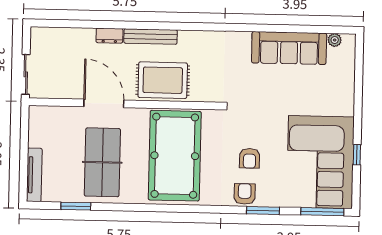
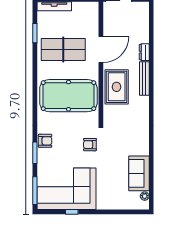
sofa: (289, 48) -> (139, 173), width x0.73
armchair: (250, 158) -> (90, 145), moved

